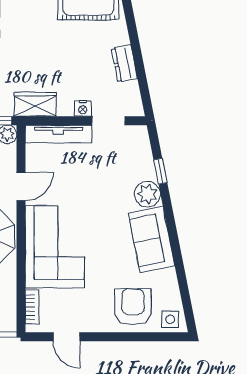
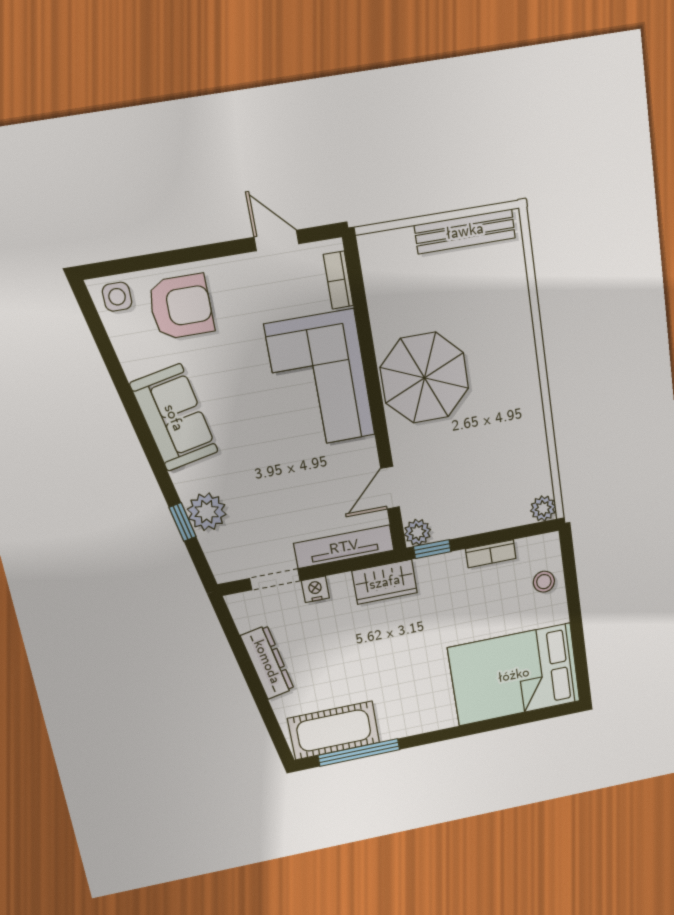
dresser: (124, 63) -> (267, 662), width x1.44
door: (21, 187) -> (390, 488), moved
plant: (147, 194) -> (207, 512), moved
armchair: (133, 307) -> (181, 307), turned -90

